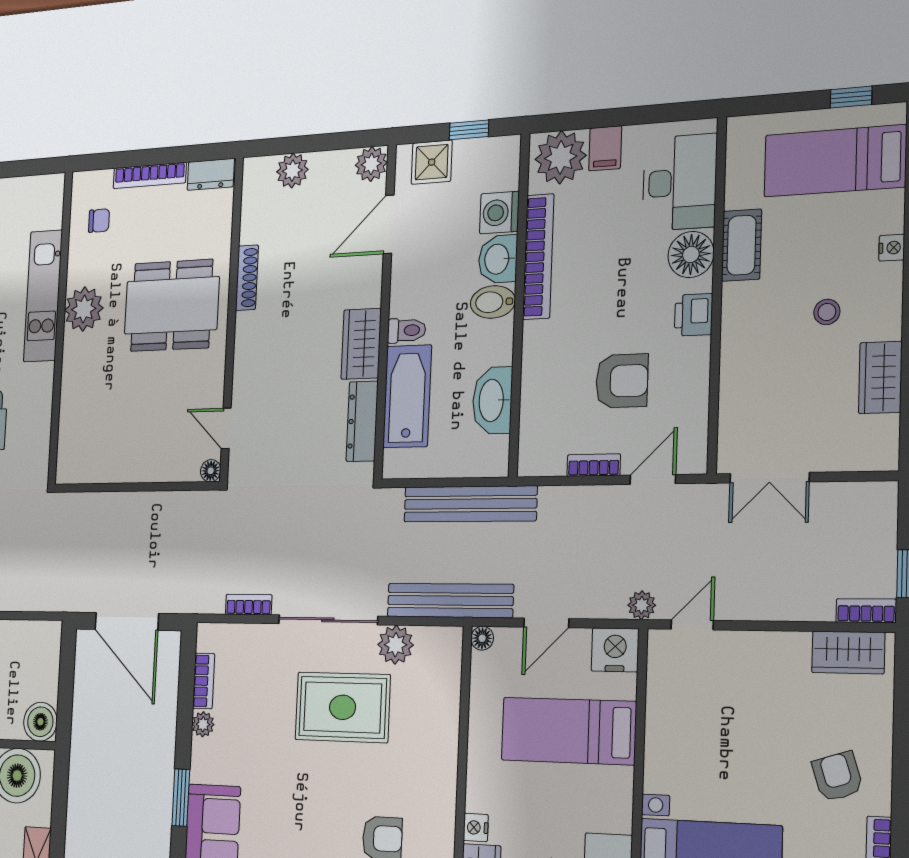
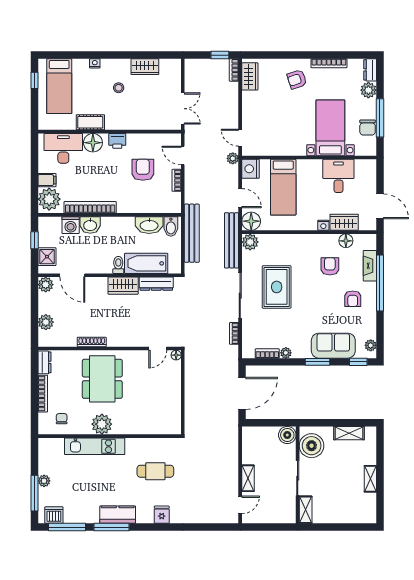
bidet: (493, 302) -> (171, 227), moved
floor lamp: (482, 638) -> (251, 221), width x1.89, depth x1.89
plant: (396, 645) -> (250, 242), moved

